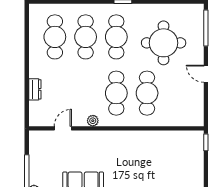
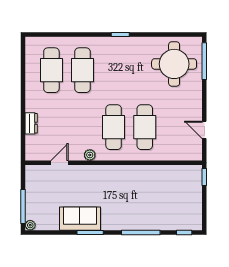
cafe table: (116, 37) -> (114, 70), removed
round table: (164, 43) -> (174, 64), moved
door: (206, 74) -> (204, 130), moved

